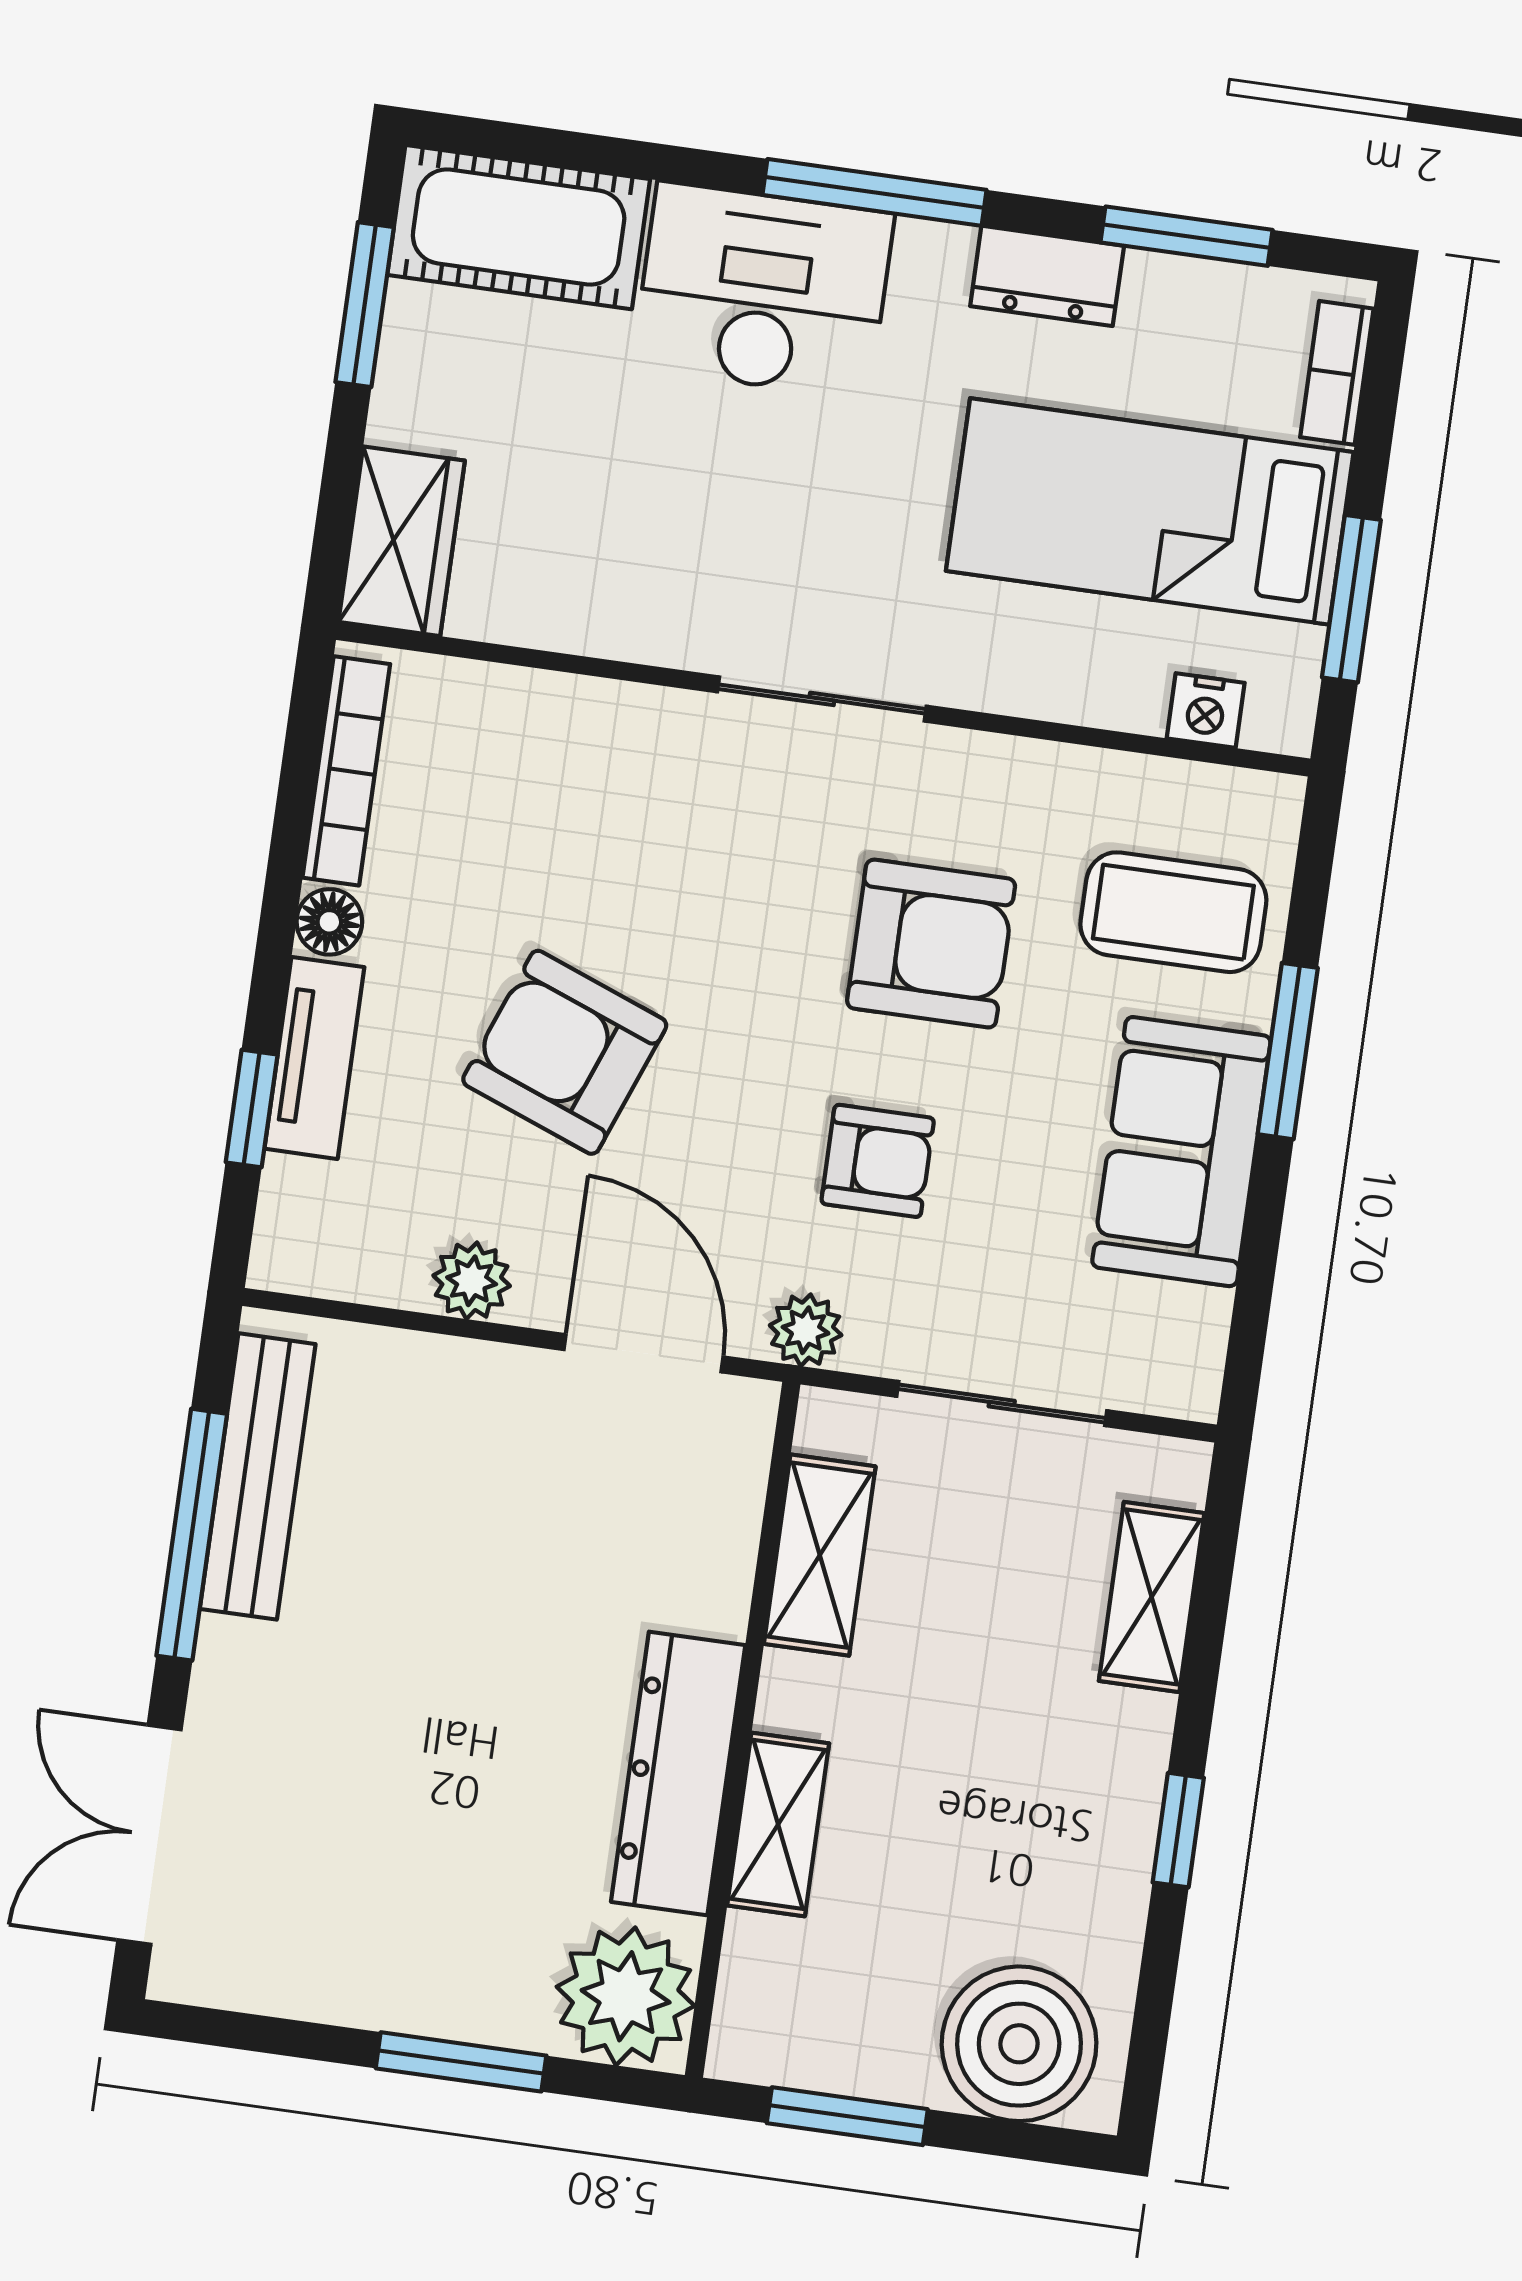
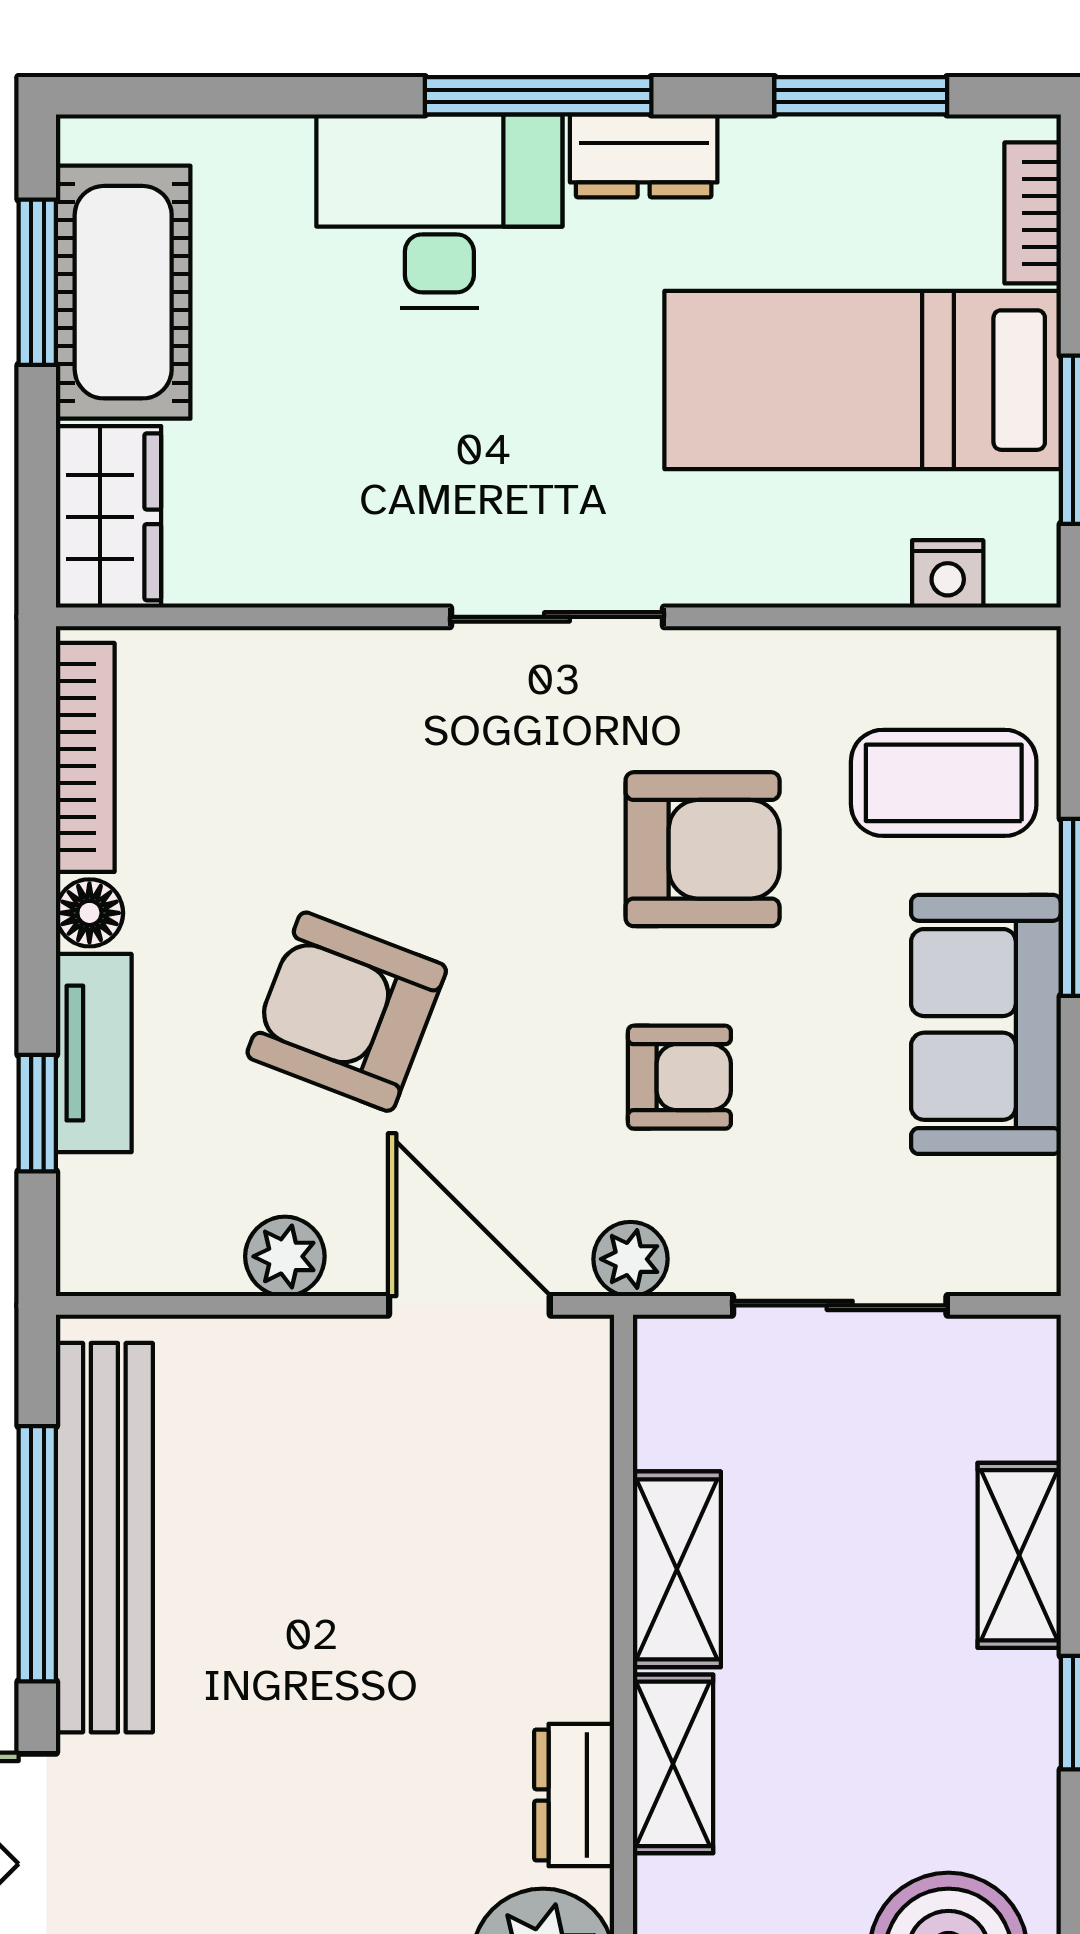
cot: (519, 227) -> (123, 292), moved, turned 90
dresser: (1047, 276) -> (644, 156), moved
bench: (258, 1476) -> (104, 1538), width x1.37, depth x1.21
shelving: (820, 1555) -> (677, 1569), moved
shelving: (1152, 1597) -> (1019, 1555), moved
dresser: (678, 1773) -> (574, 1795), width x0.51, depth x0.80

